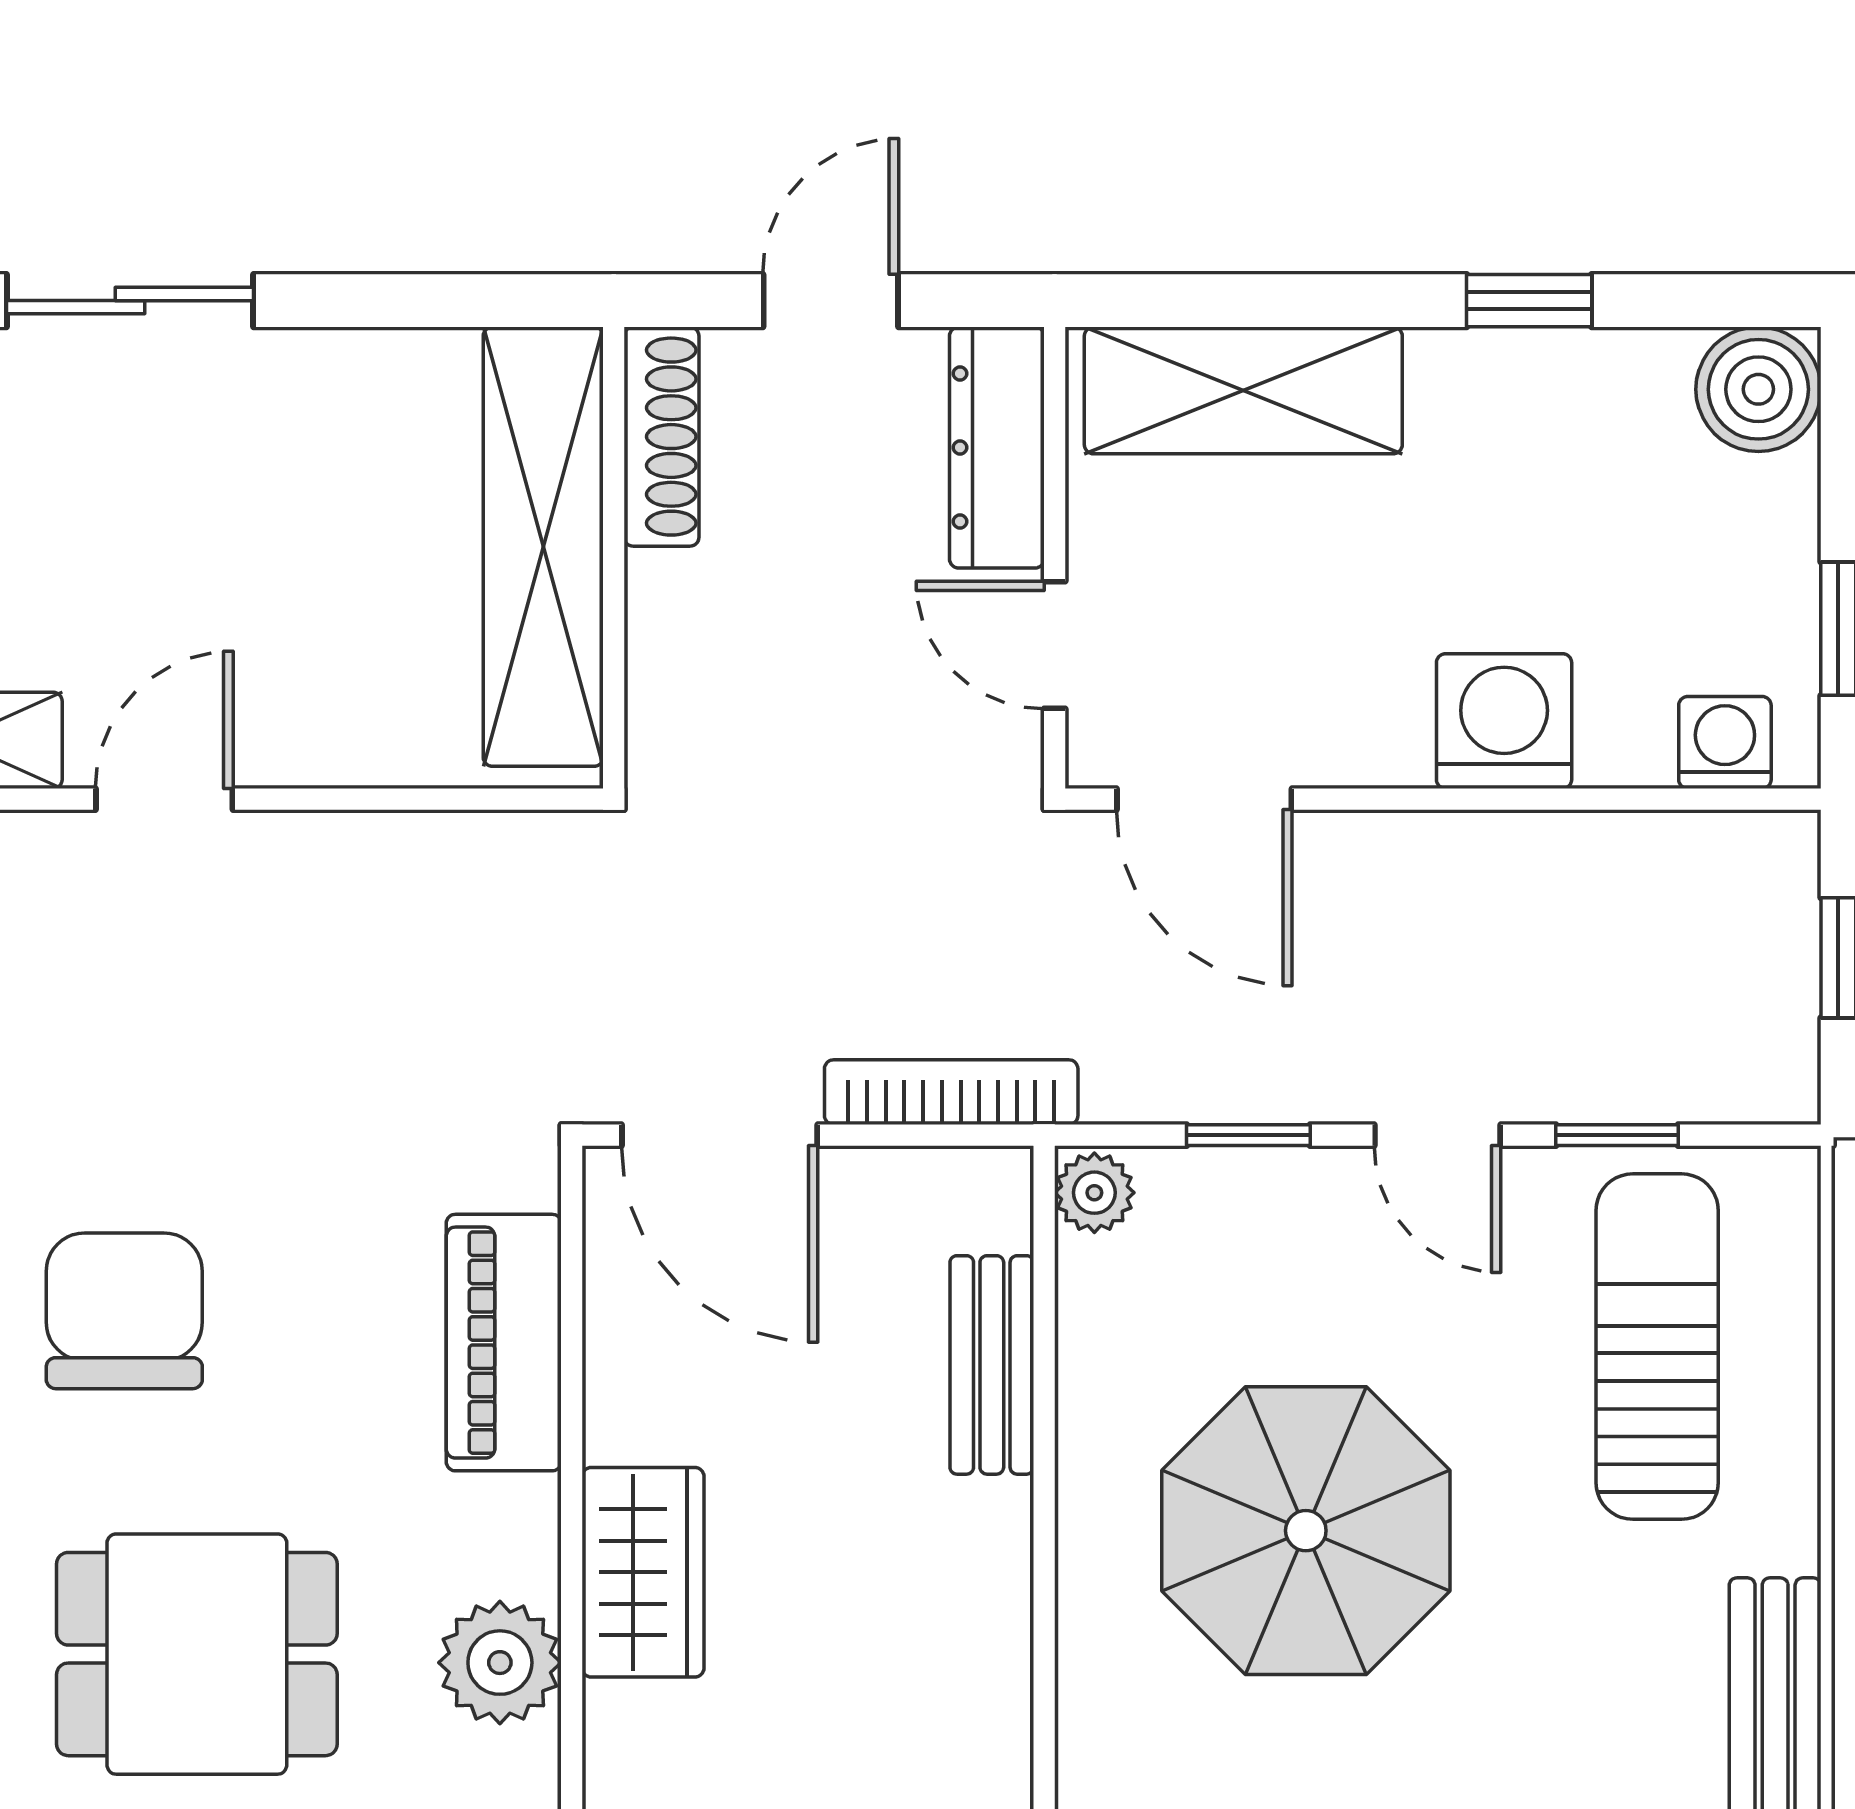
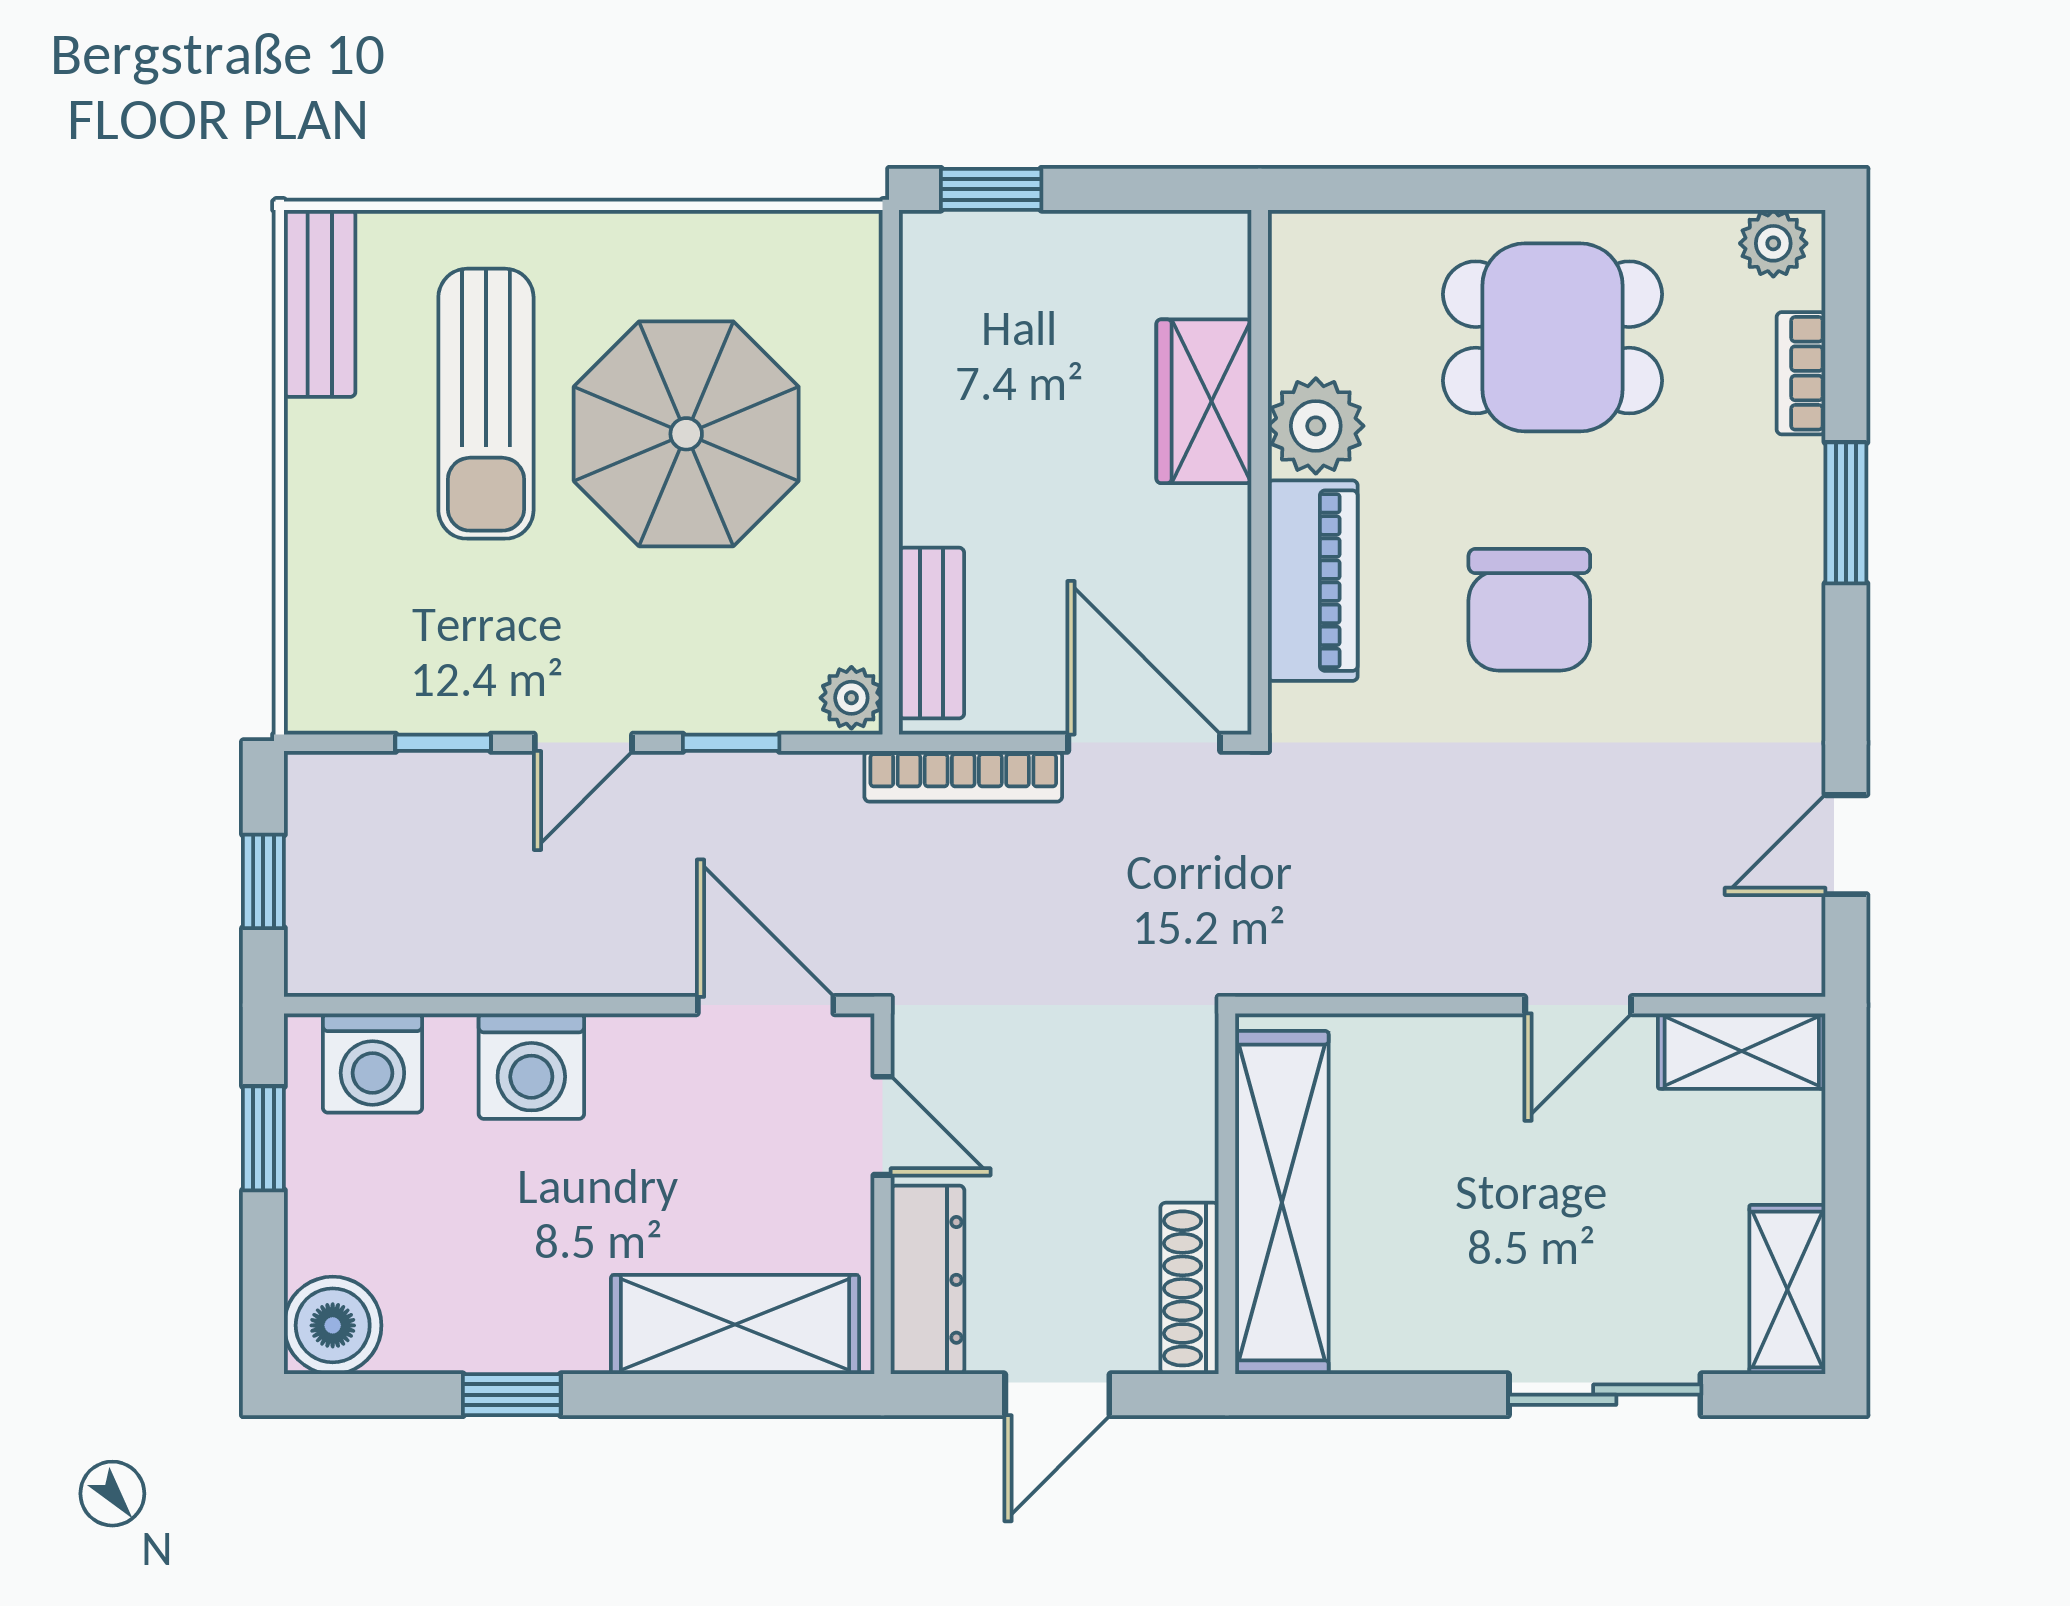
washing machine: (1725, 743) -> (372, 1063), width x1.38, depth x1.38
door: (1437, 1135) -> (583, 743), swing flipped
chair: (124, 1311) -> (1529, 610), moved
sun lounger: (1657, 1347) -> (486, 404), moved
bench: (992, 1365) -> (932, 633), moved
plant: (500, 1663) -> (1316, 426), moved

